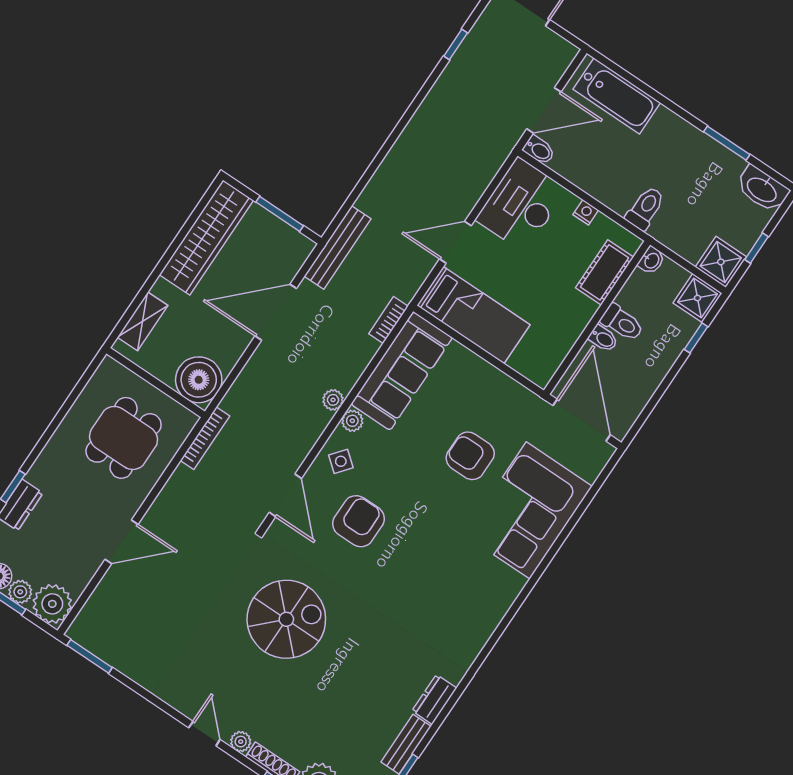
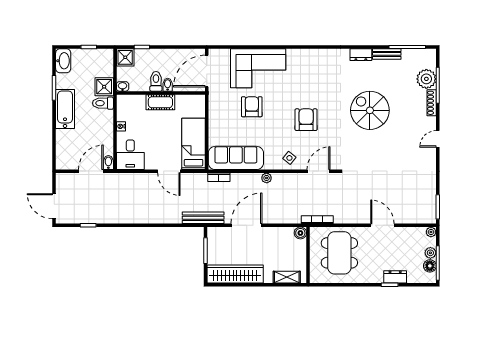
bathtub: (617, 96) -> (65, 109), moved
door: (544, 110) -> (91, 171), hinge flipped
desk: (521, 205) -> (130, 155), width x0.73
shower: (721, 262) -> (104, 87), moved
cot: (605, 272) -> (160, 102), moved
door: (276, 312) -> (246, 225), swing flipped
boiler: (199, 380) -> (300, 233), width x0.54, depth x0.54
plant: (352, 421) -> (270, 164), removed
dining table: (124, 438) -> (339, 253), width x1.38
armchair: (470, 456) -> (252, 107), turned 180
armchair: (359, 521) -> (306, 120), moved, turned 90
plant: (52, 604) -> (431, 232), width x0.53, depth x0.53
spiral stairs: (286, 619) -> (370, 110), moved
plant: (241, 742) -> (431, 122), removed

